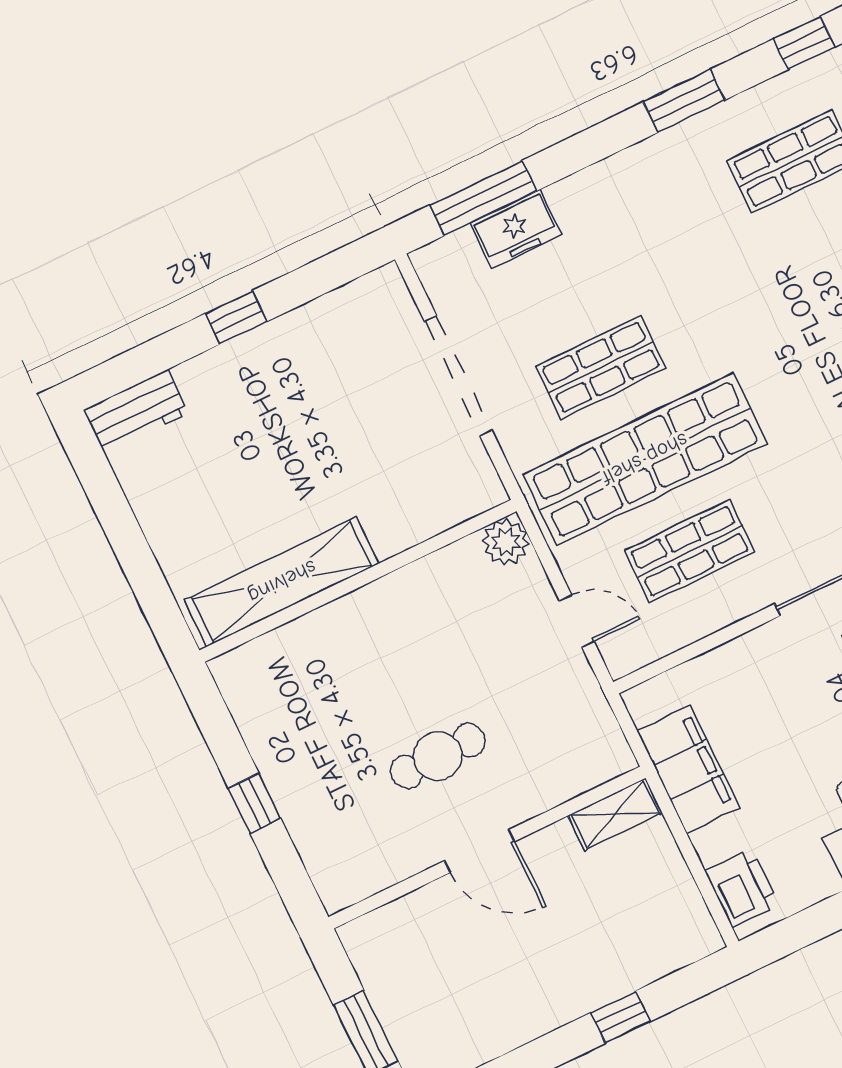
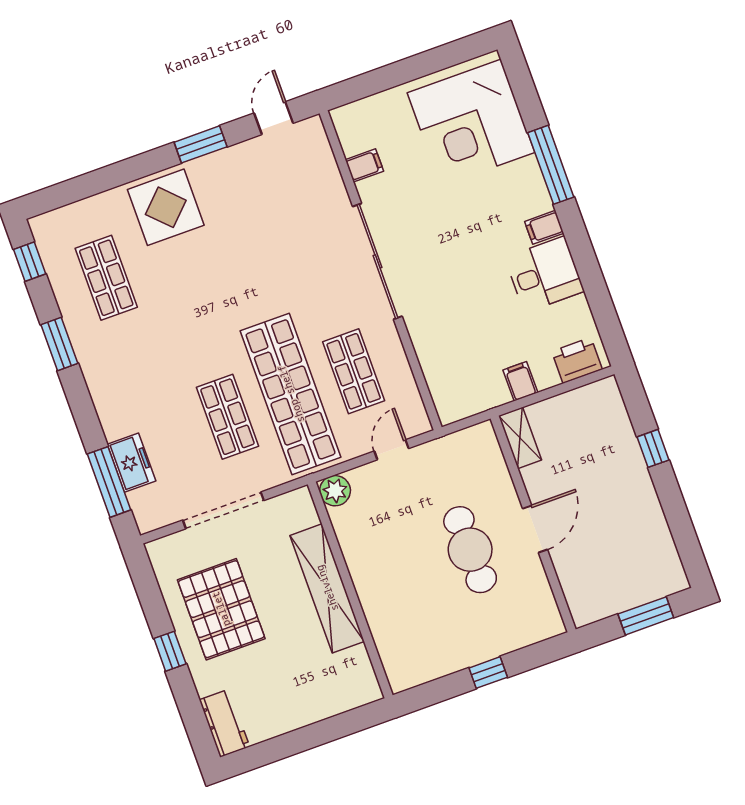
pallet: (308, 388) -> (221, 609), added
shelving: (282, 582) -> (327, 588), moved
cafe table: (438, 756) -> (470, 550), width x1.37, depth x1.35
filing cabinet: (688, 769) -> (520, 381), width x0.33, depth x0.86

